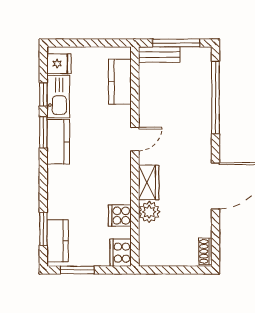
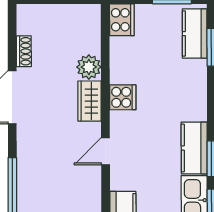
cooker: (120, 216) -> (123, 97), moved
shoe rack: (205, 251) -> (24, 51), moved

